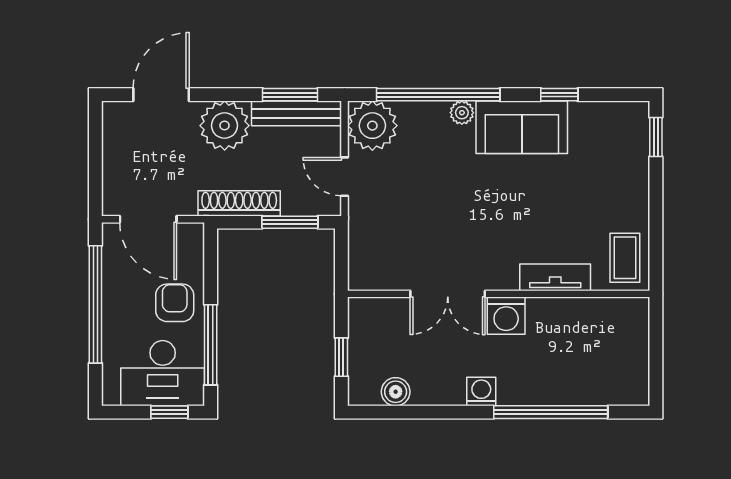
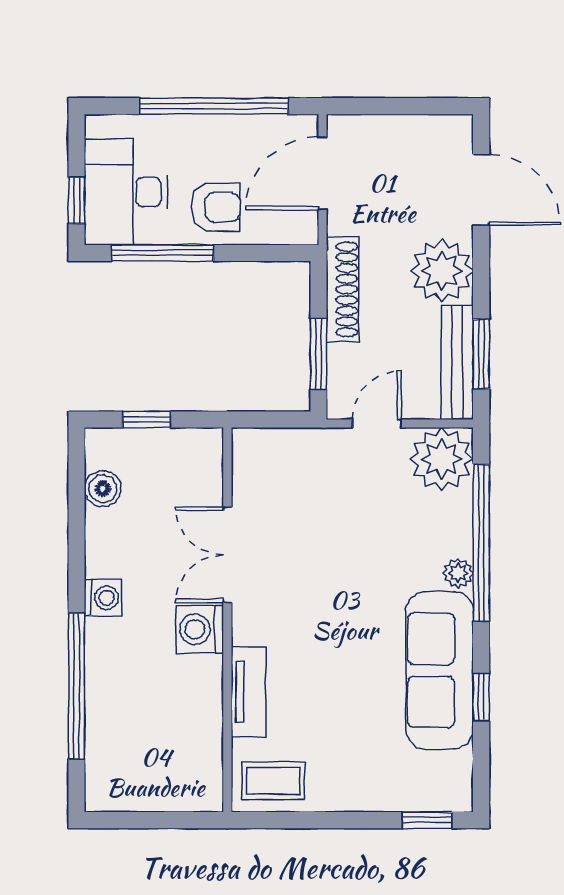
sofa: (522, 127) -> (440, 670), width x1.36

